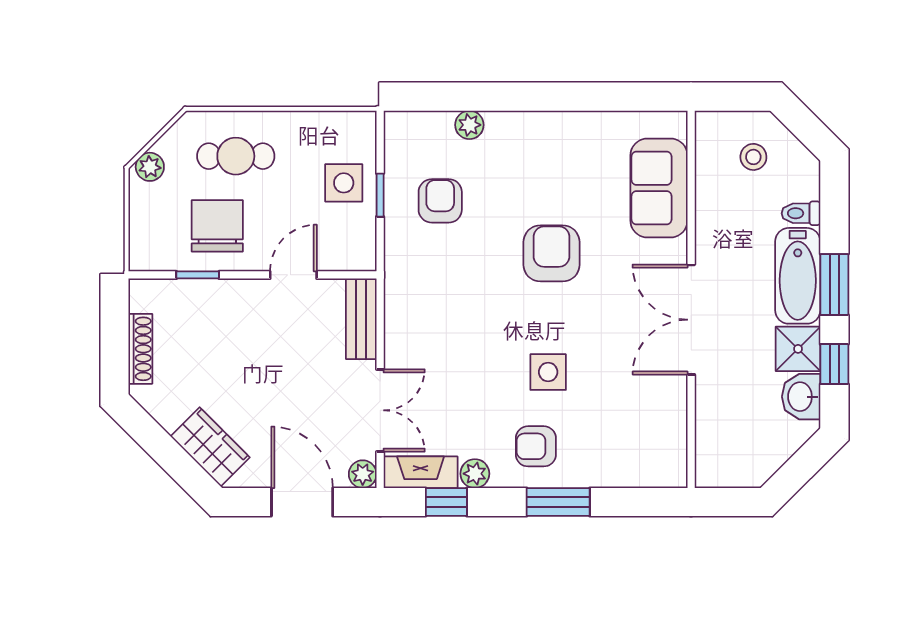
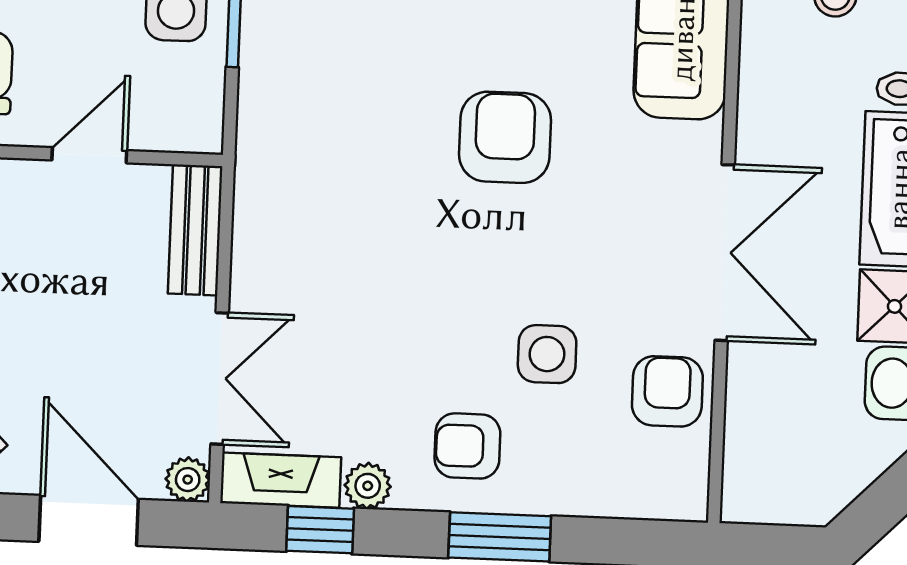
armchair: (440, 201) -> (667, 391), moved
double door: (691, 320) -> (725, 253), swing flipped
side table: (548, 372) -> (547, 354), moved

